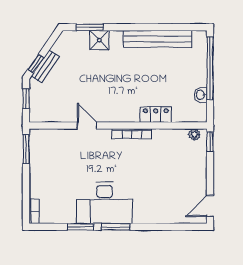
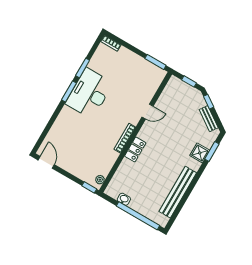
bench: (45, 66) -> (209, 119), moved
locker: (156, 115) -> (135, 149), moved

